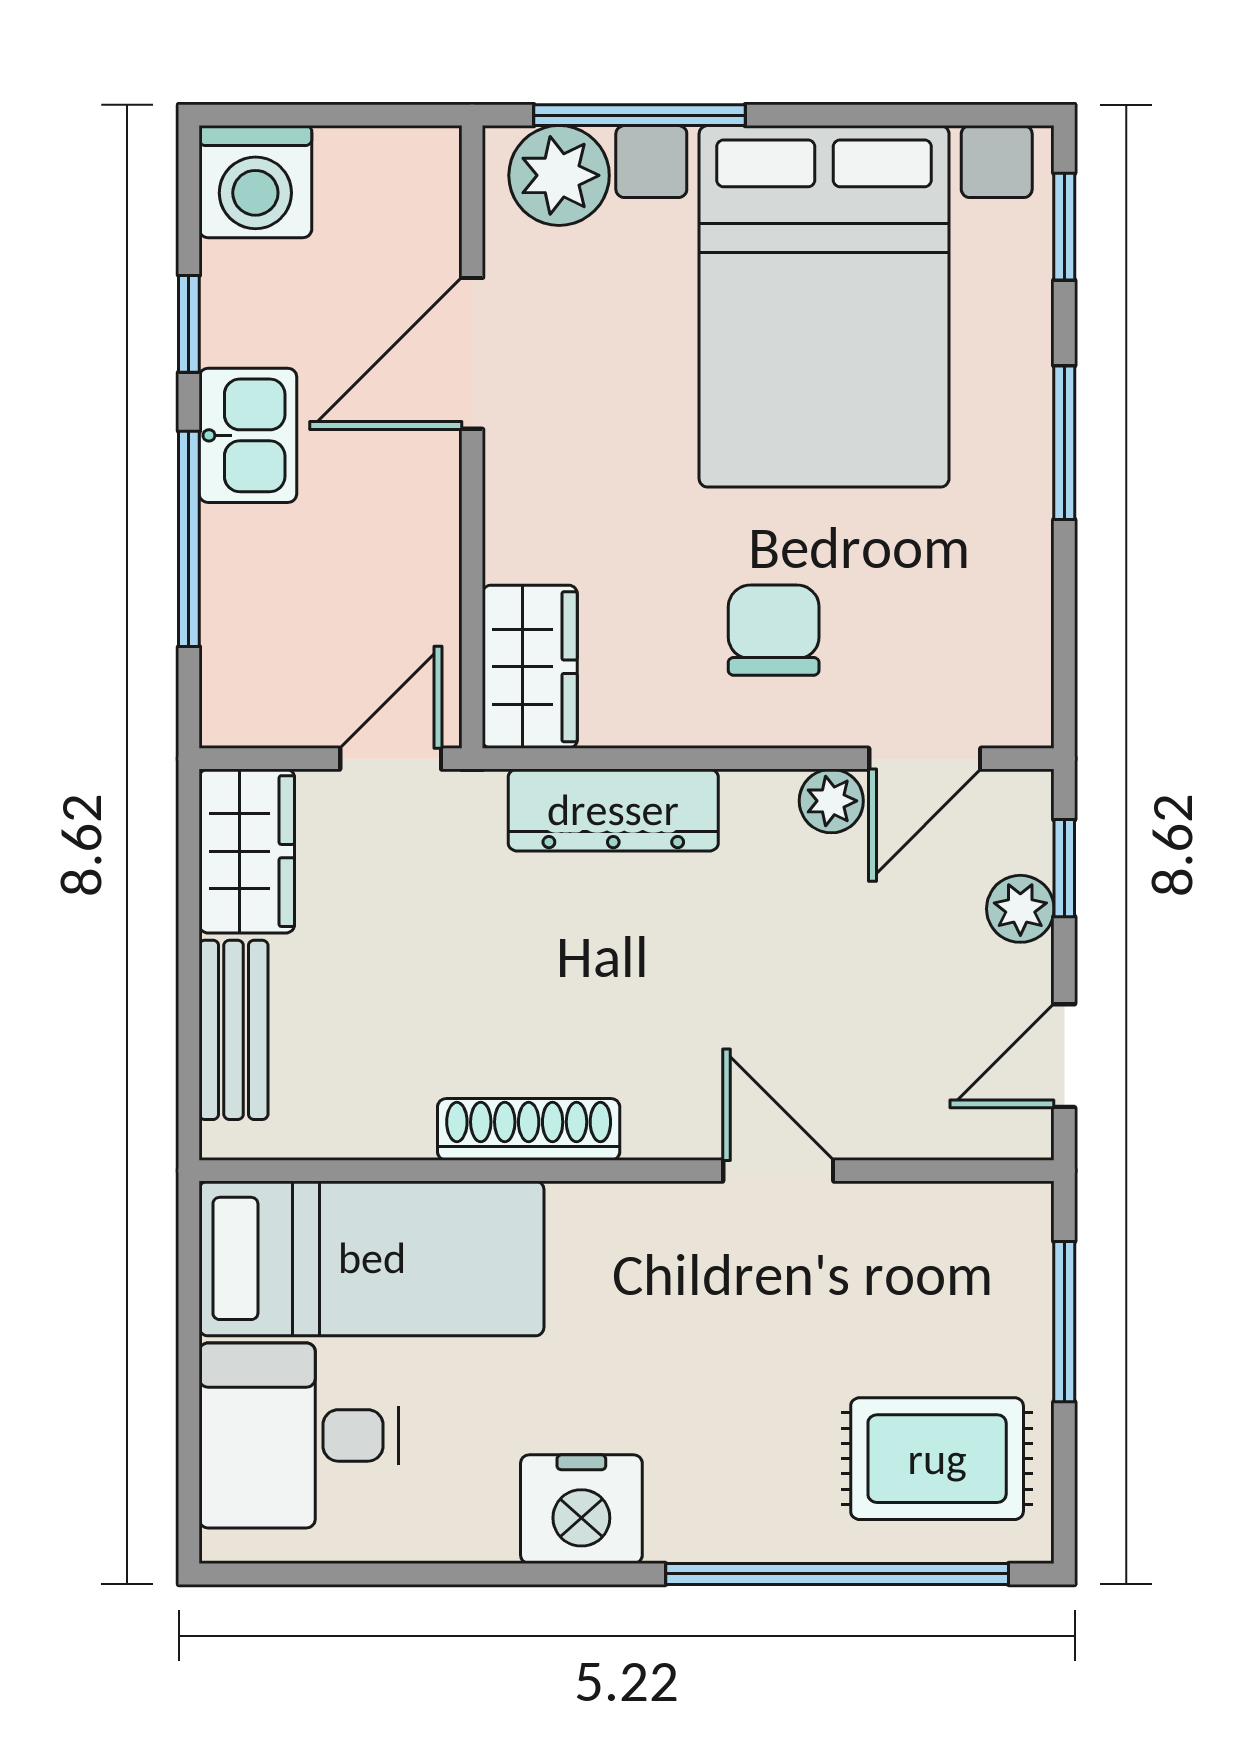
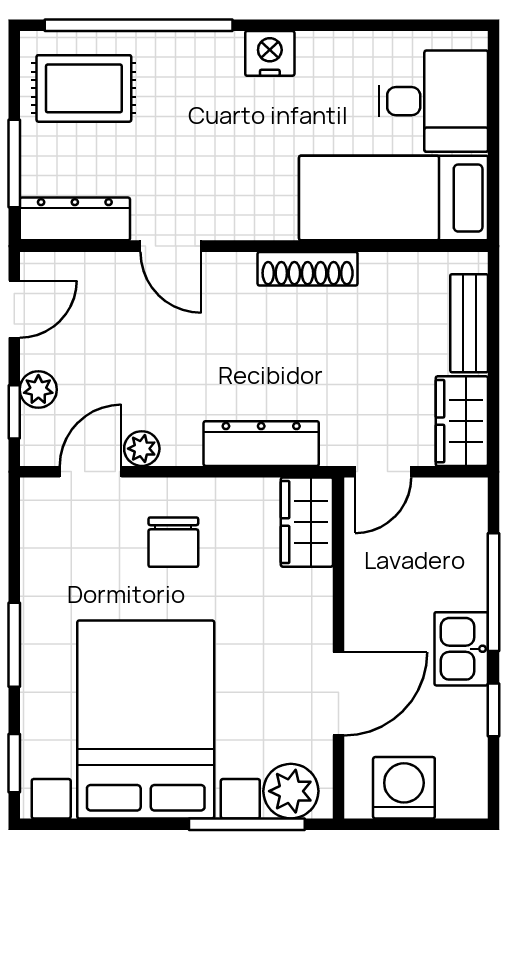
washing machine: (255, 182) -> (404, 788), moved
dresser: (953, 1220) -> (75, 219), added
nightstand: (581, 1509) -> (270, 53), width x0.74, depth x0.75

